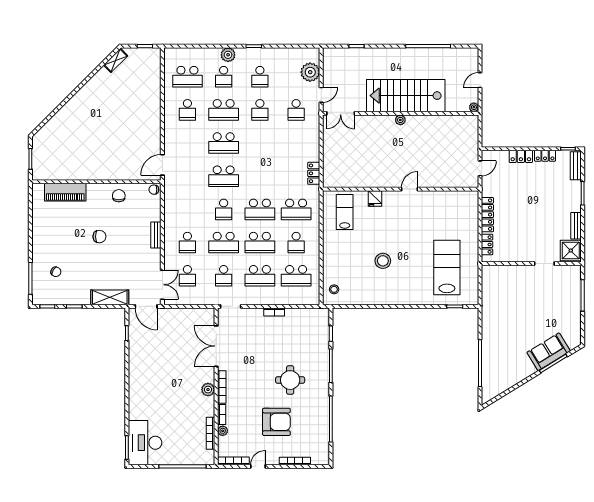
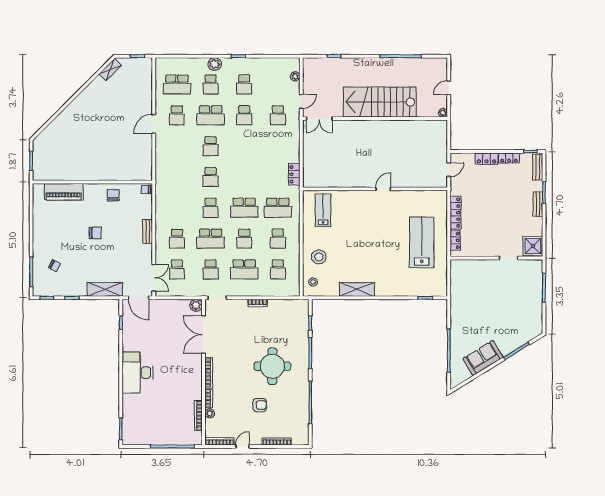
plant: (310, 72) -> (295, 76), width x0.53, depth x0.53
plant: (400, 120) -> (375, 125), removed
school desk: (224, 143) -> (211, 146), width x0.54
door: (162, 165) -> (154, 124), moved
school desk: (224, 176) -> (211, 177), width x0.54
fridge: (375, 198) -> (351, 198), removed
bench: (576, 226) -> (538, 204), moved
school desk: (260, 243) -> (244, 239), width x0.54
stool: (383, 261) -> (319, 257), moved
lab bench: (447, 268) -> (422, 242), moved
school desk: (296, 276) -> (278, 269), width x0.54
shelving: (381, 297) -> (357, 289), added
sofa: (549, 352) -> (483, 358), moved
round table: (290, 380) -> (272, 366), width x1.36, depth x1.36
plant: (208, 390) -> (196, 305), moved
armchair: (276, 422) -> (260, 405), width x0.53, depth x0.53
desk: (145, 443) -> (138, 373), moved

